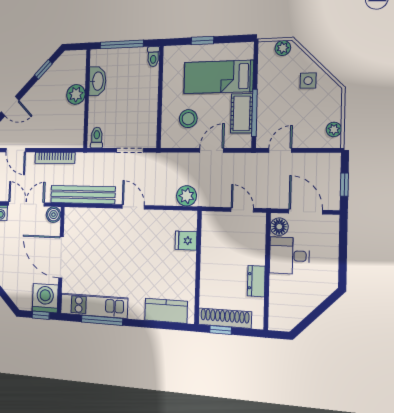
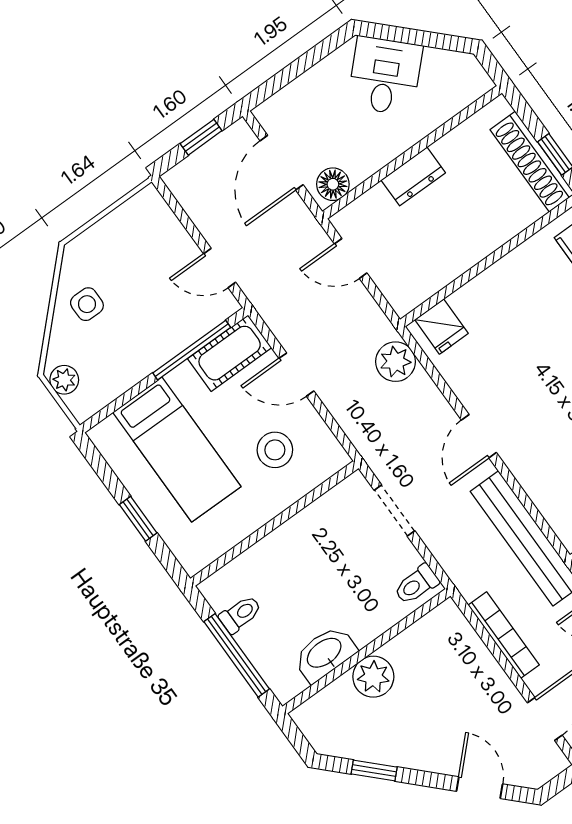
toilet: (153, 57) -> (240, 614), moved
cot: (242, 113) -> (230, 353), moved
plant: (334, 129) -> (132, 212), removed
door: (242, 210) -> (351, 258), hinge flipped
fridge: (186, 241) -> (442, 327), moved
desk: (289, 256) -> (385, 76), moved, turned -135
dresser: (256, 281) -> (413, 176), moved

